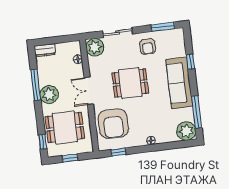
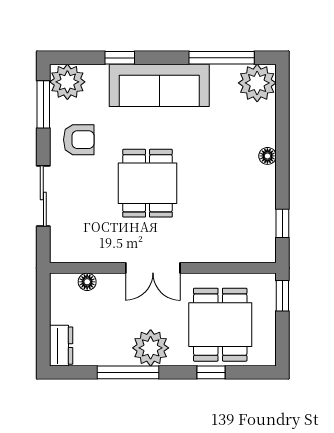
plant: (95, 47) -> (67, 82), moved
armchair: (113, 124) -> (224, 227), removed
window: (43, 142) -> (211, 372), moved
window: (70, 158) -> (282, 296), moved

